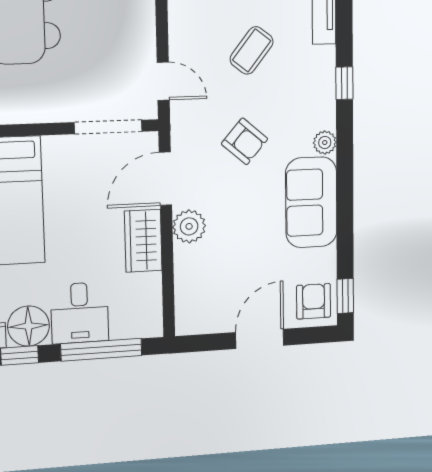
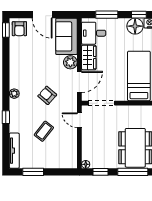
sofa: (311, 202) -> (66, 36), moved, turned 180
desk: (80, 313) -> (94, 33), moved, turned -90
door: (260, 339) -> (42, 15), hinge flipped
window: (101, 350) -> (107, 15), width x0.69

